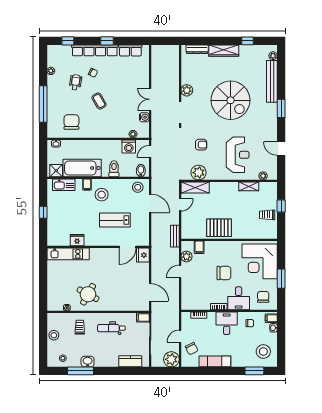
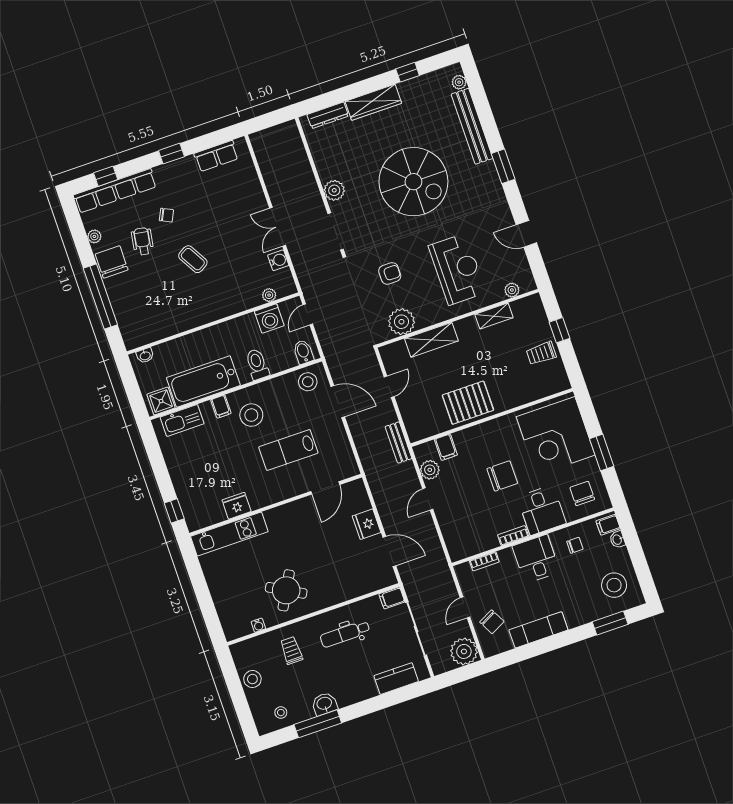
row of seats: (95, 50) -> (115, 191), moved
chair: (71, 122) -> (112, 262), moved
shelving: (195, 188) -> (431, 340), moved
window: (43, 212) -> (174, 511), moved
fridge: (143, 255) -> (367, 524), moved

